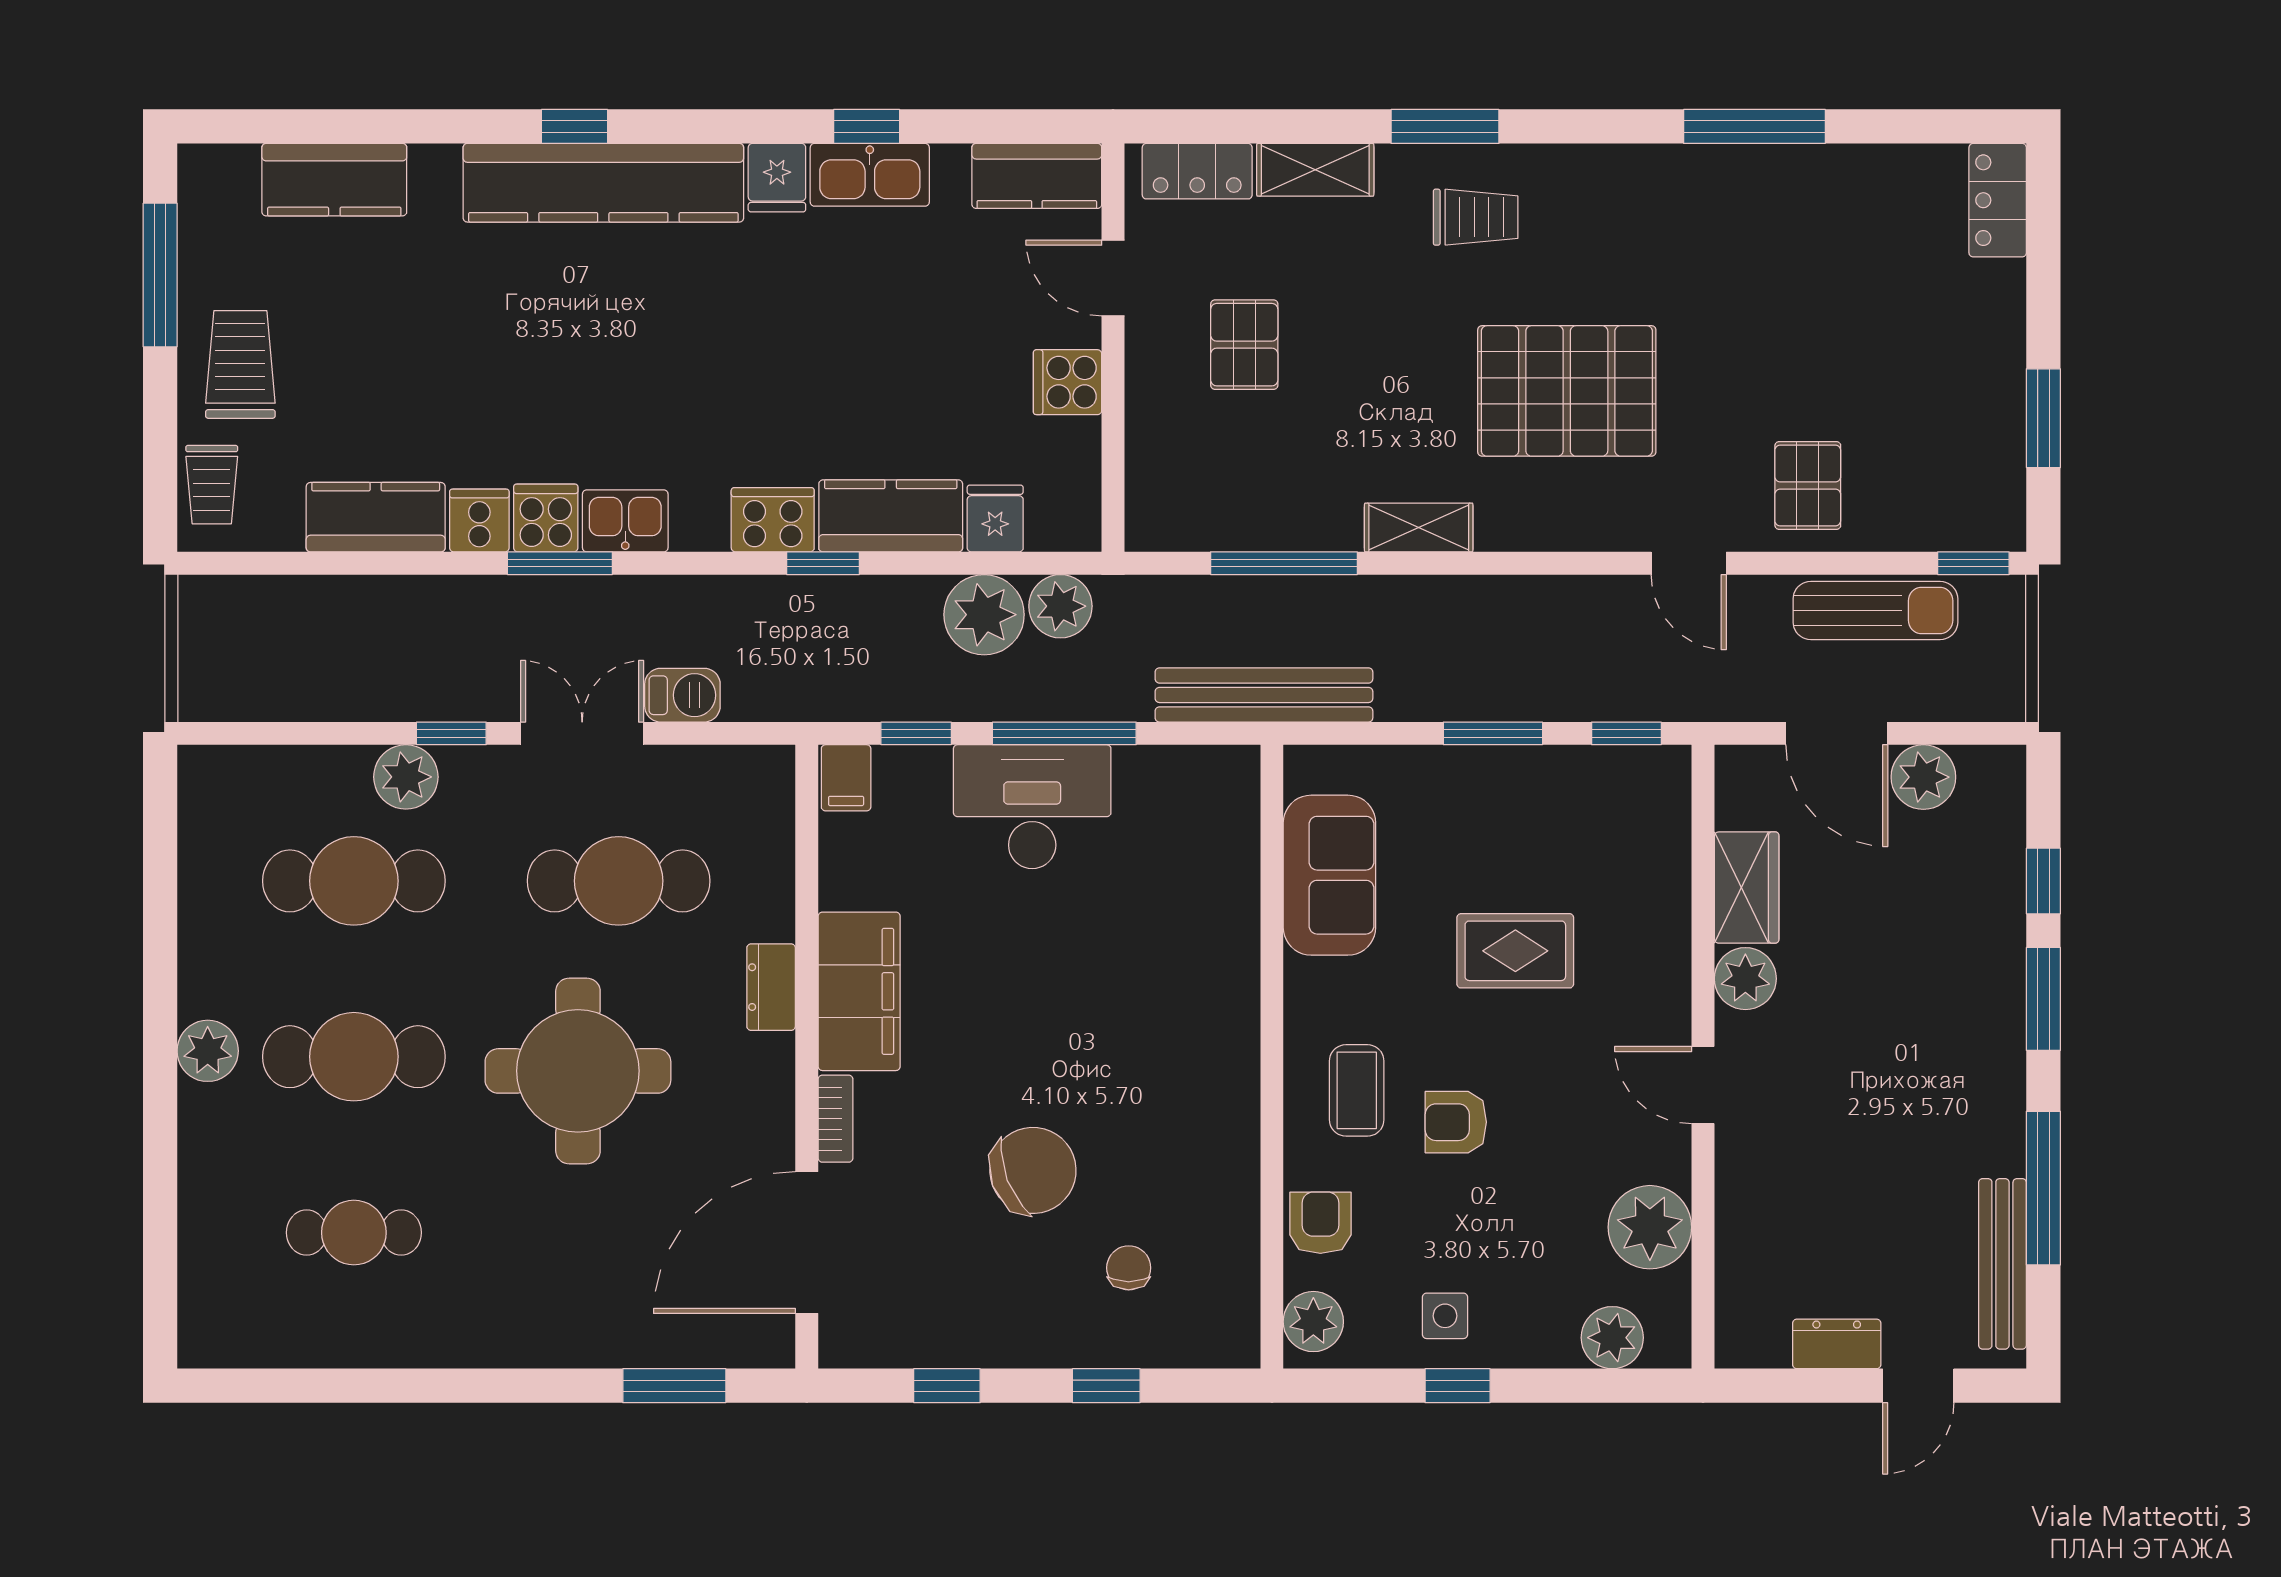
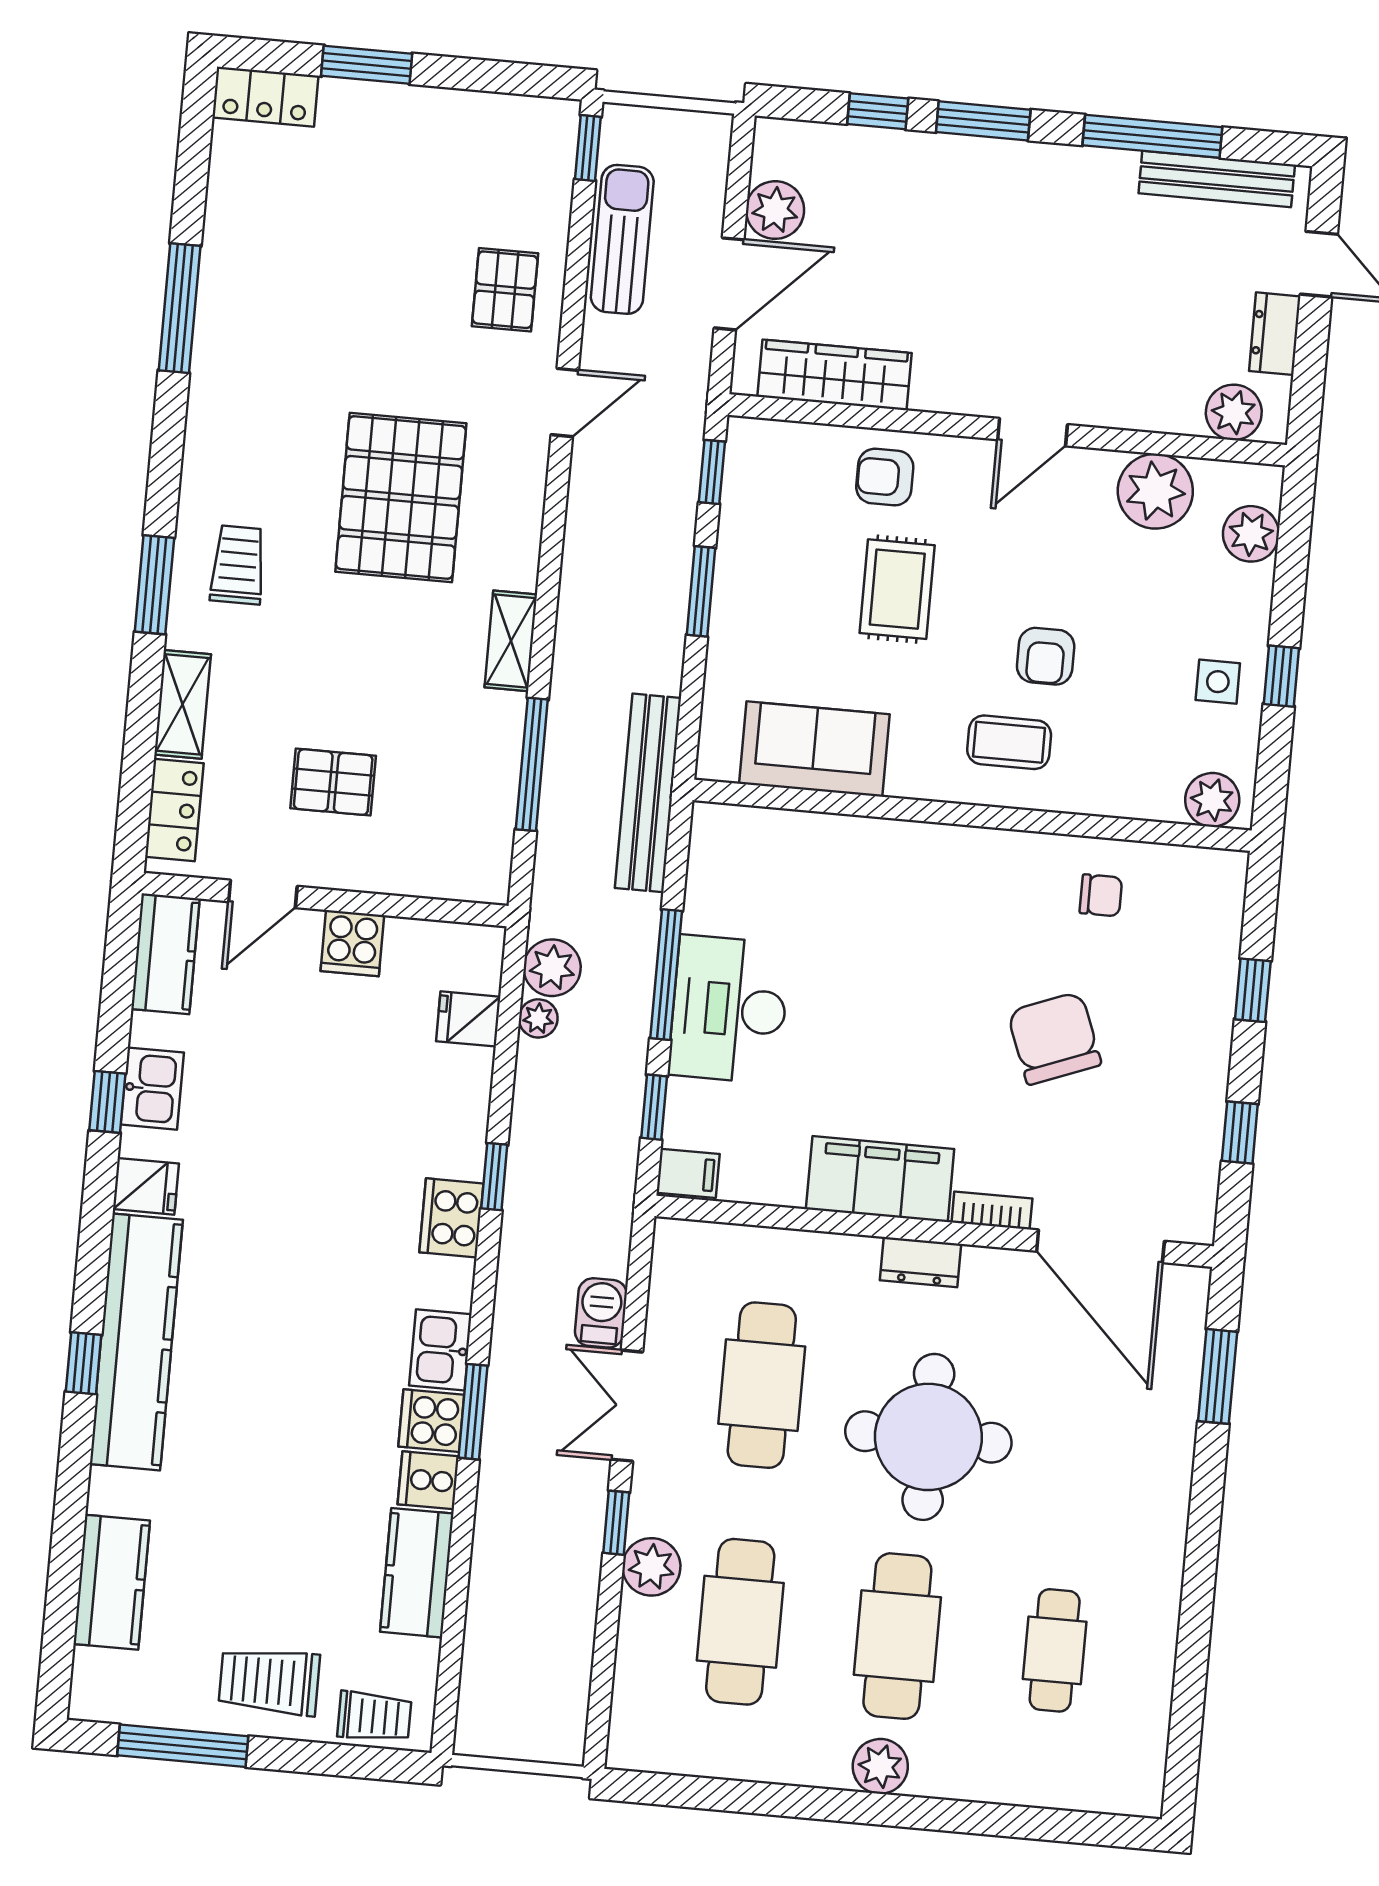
kitchen sink: (870, 175) -> (152, 1089), width x0.73
window: (2043, 418) -> (367, 65), moved
pallet: (1808, 485) -> (505, 290), turned 90
kitchen counter: (891, 516) -> (458, 1112), removed
plant: (984, 615) -> (538, 1018), width x0.53, depth x0.53
wardrobe: (1747, 888) -> (835, 375), width x1.50
plant: (1745, 979) -> (1234, 412), moved
dresser: (771, 987) -> (921, 1262), moved
armchair: (1320, 1223) -> (885, 477), moved
chair: (1129, 1268) -> (1101, 895), moved, turned 180

